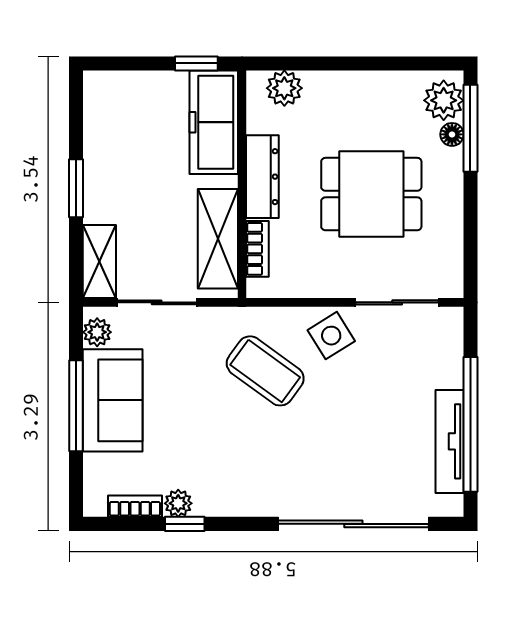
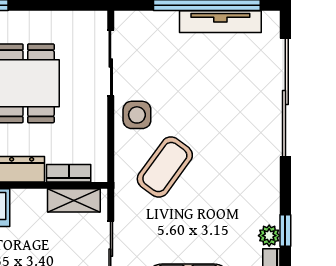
shelving: (218, 239) -> (74, 200), width x0.67, depth x0.75
side table: (331, 336) -> (137, 115), turned 32

